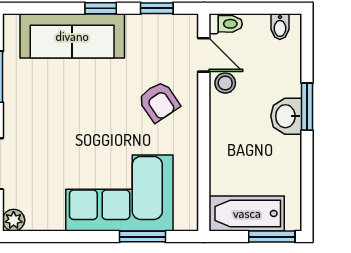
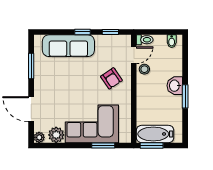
door: (204, 55) -> (134, 55), hinge flipped
window: (307, 107) -> (185, 96), moved
plant: (48, 215) -> (56, 135), added
window: (272, 237) -> (152, 145), moved

